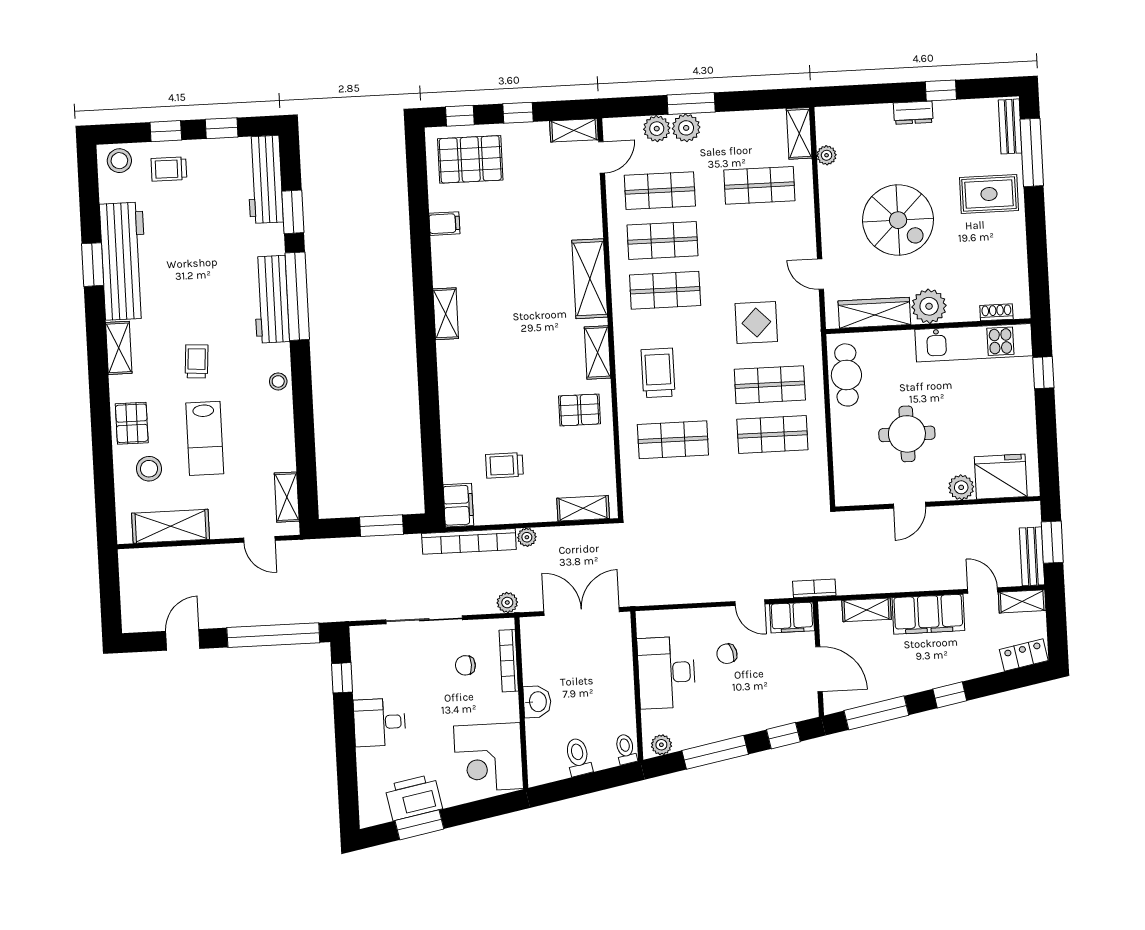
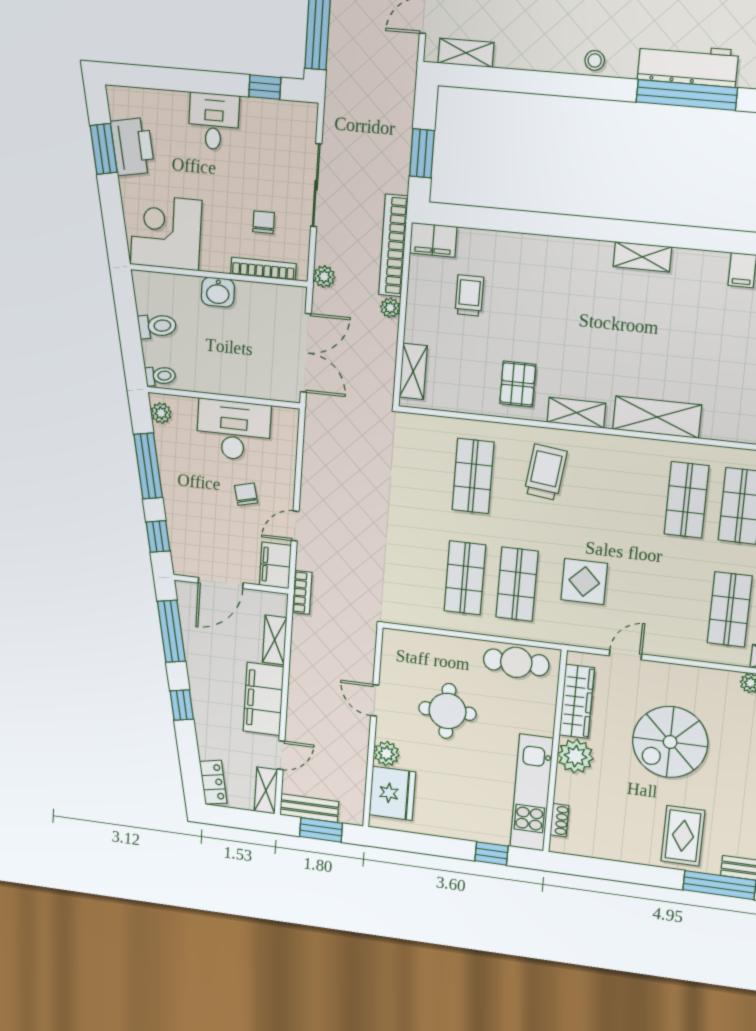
shop shelf: (665, 290) -> (633, 494), removed
trolley: (658, 373) -> (546, 472), turned -83

